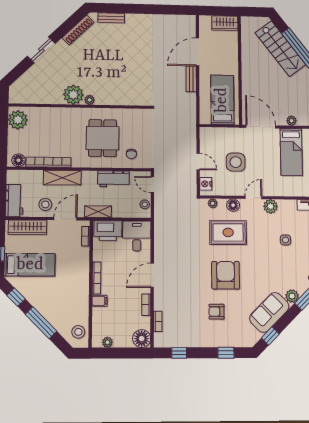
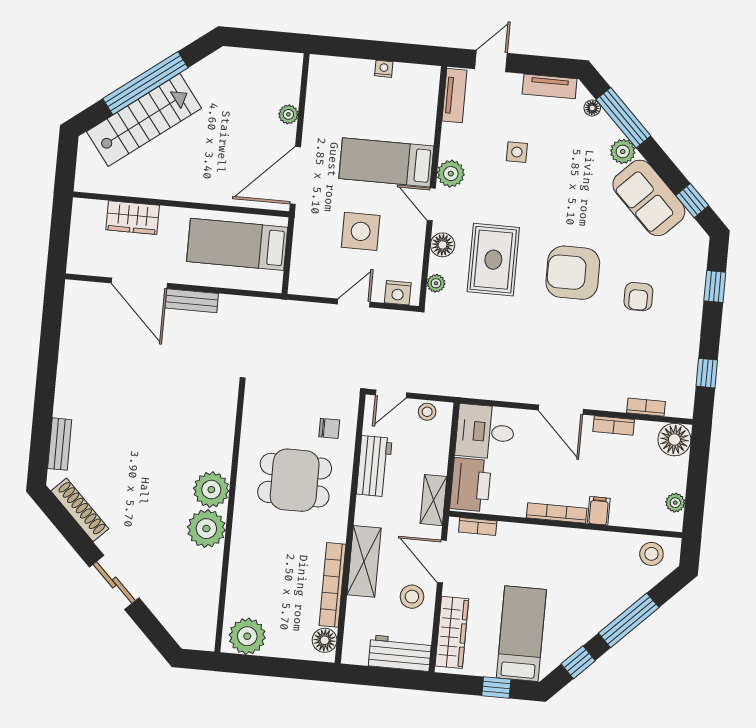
wardrobe: (225, 23) -> (133, 218), moved, turned 90
plant: (90, 100) -> (211, 490), width x1.88, depth x1.88
bed: (291, 152) -> (386, 162), moved, turned 180

